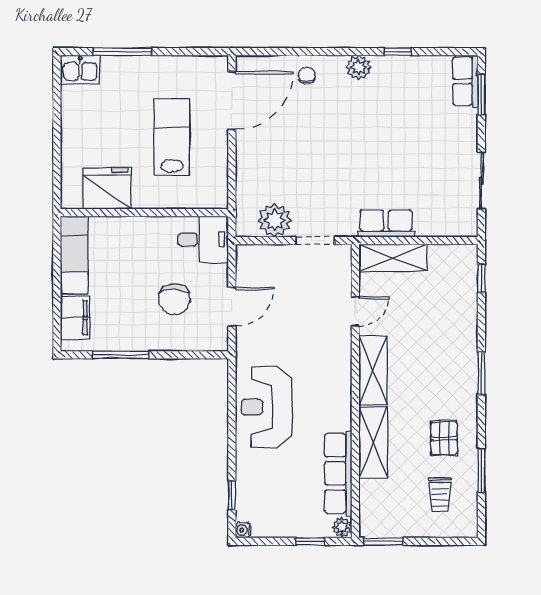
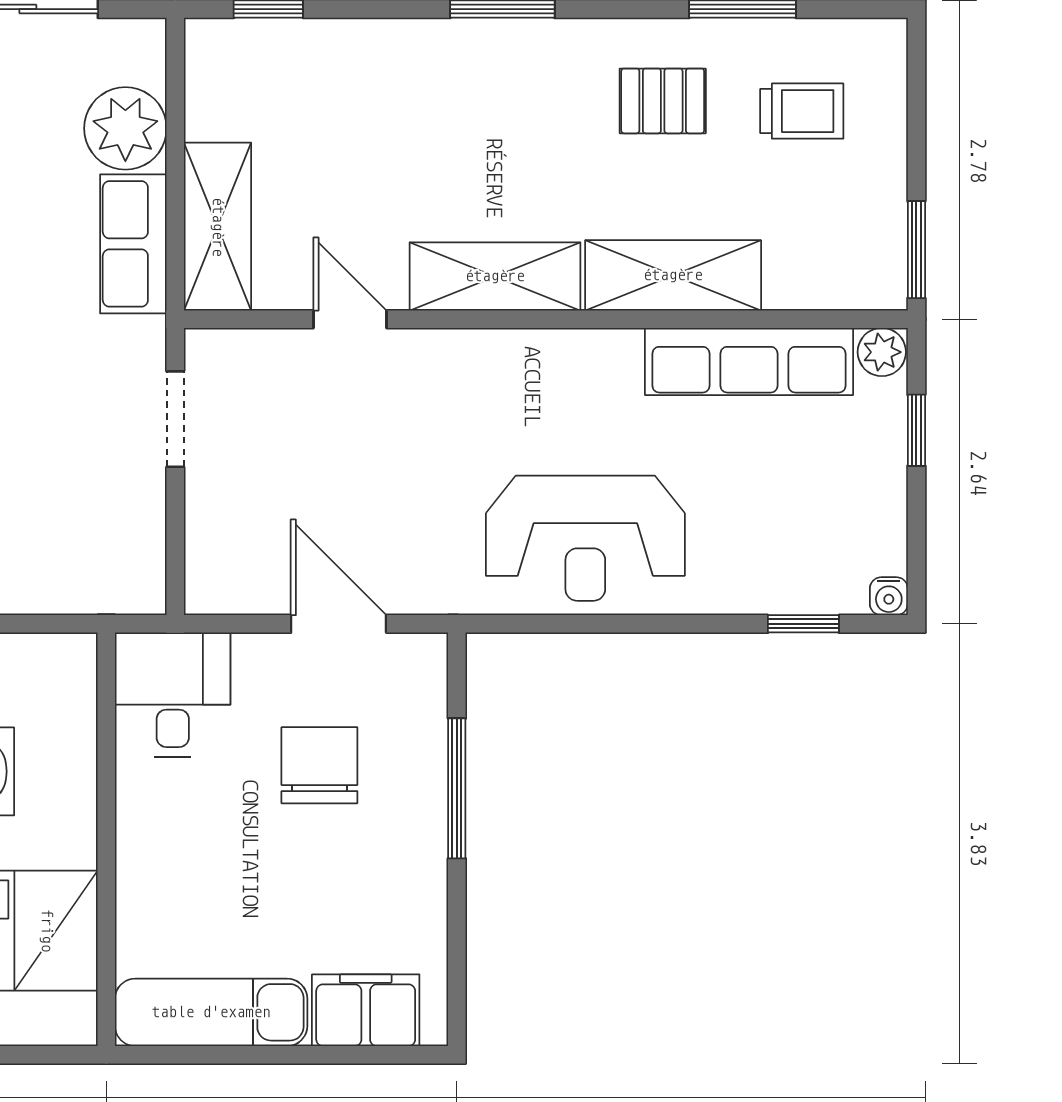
plant: (275, 220) -> (125, 128), moved
chair: (174, 299) -> (319, 765), turned -90
window: (121, 355) -> (457, 788), moved

